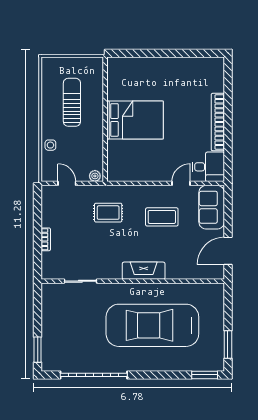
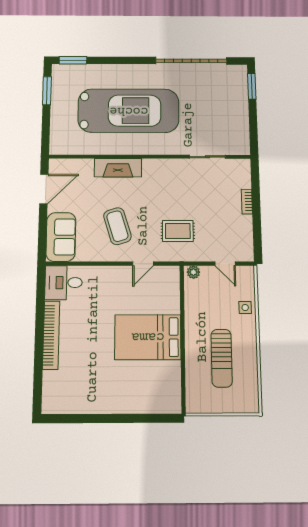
door: (181, 183) -> (143, 264), moved
coffee table: (162, 217) -> (117, 226), turned 73
fireplace: (144, 271) -> (118, 168), moved

